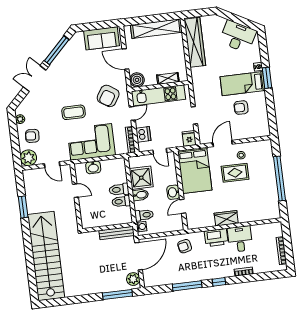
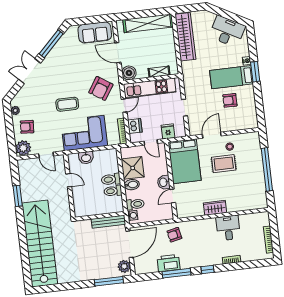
fridge: (189, 138) -> (168, 131), moved
printer: (216, 238) -> (169, 263), moved, turned 180

